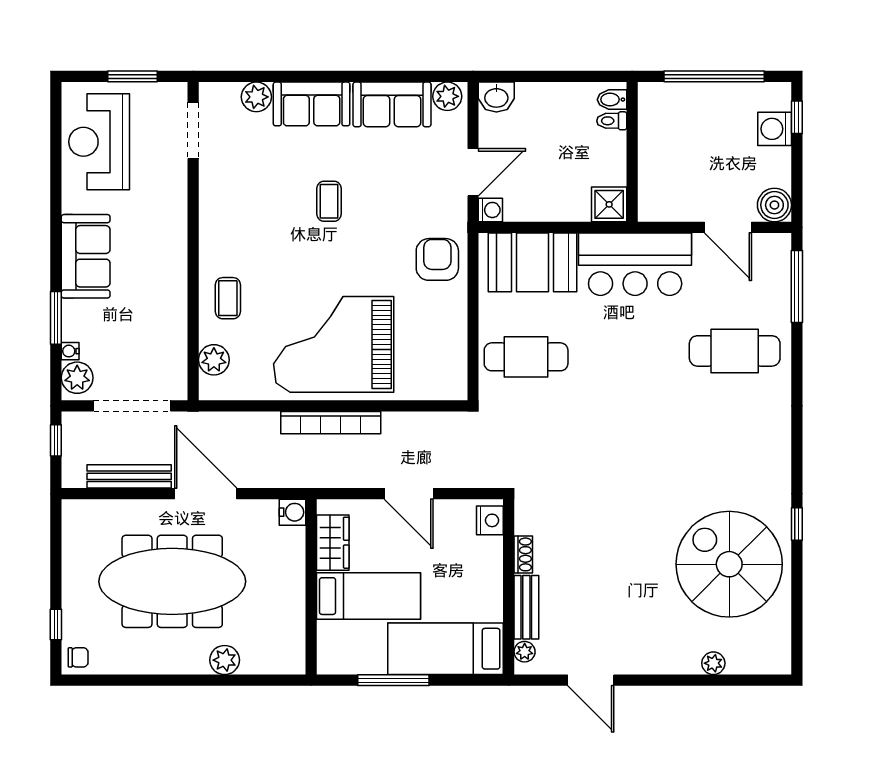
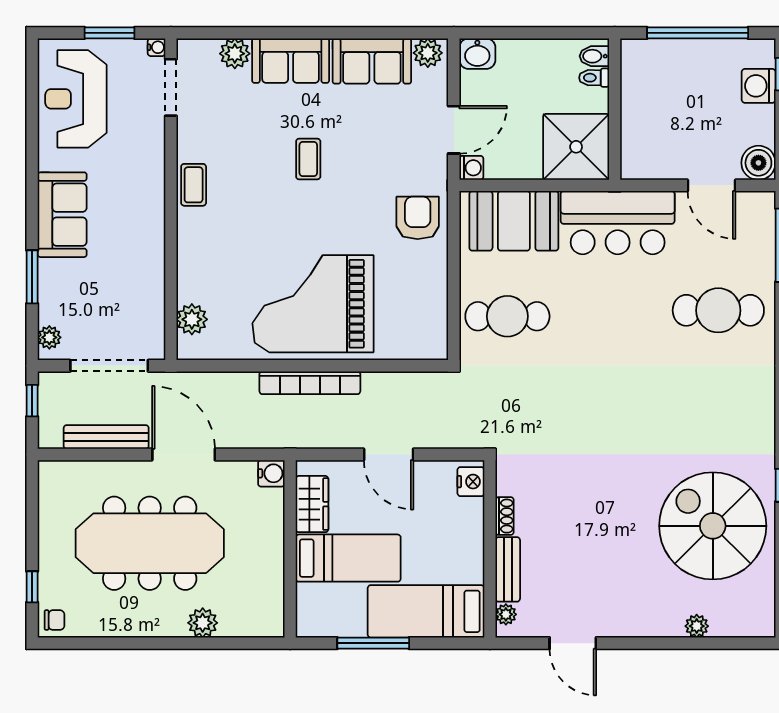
shower: (609, 204) -> (576, 147), width x1.86, depth x1.86
coffee table: (228, 298) -> (194, 185), moved
water cooler: (70, 351) -> (156, 47), moved, turned 180
plant: (77, 378) -> (49, 337), width x0.73, depth x0.73

